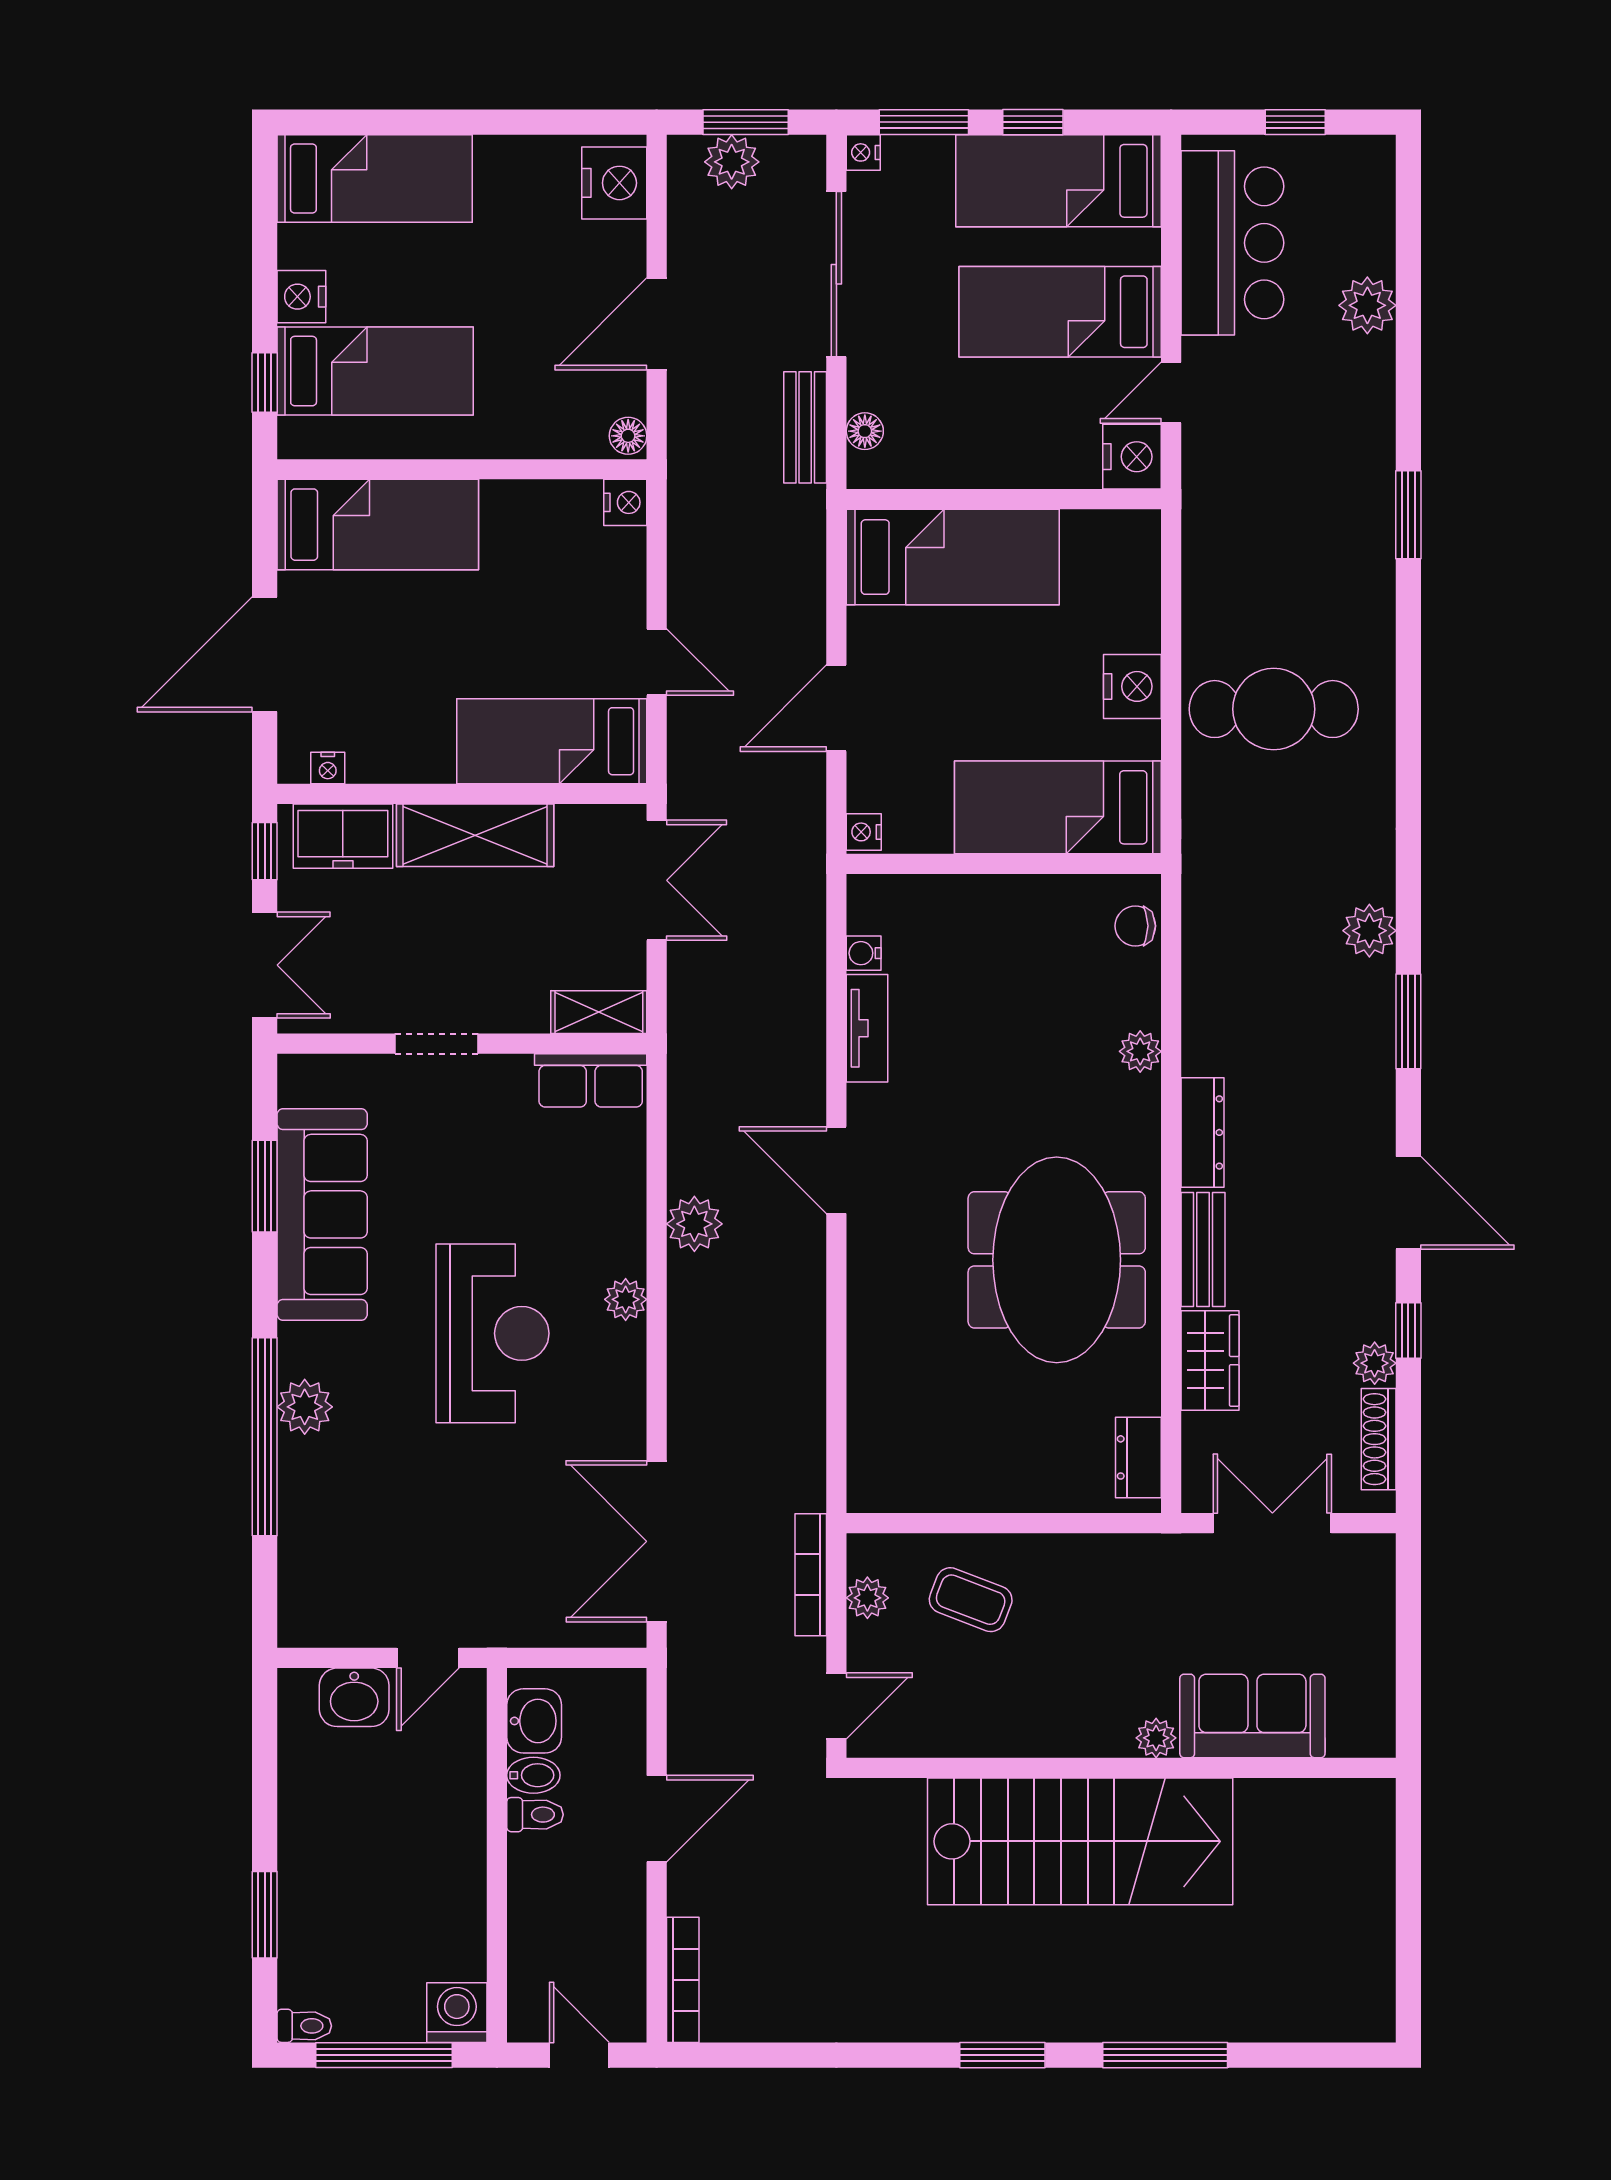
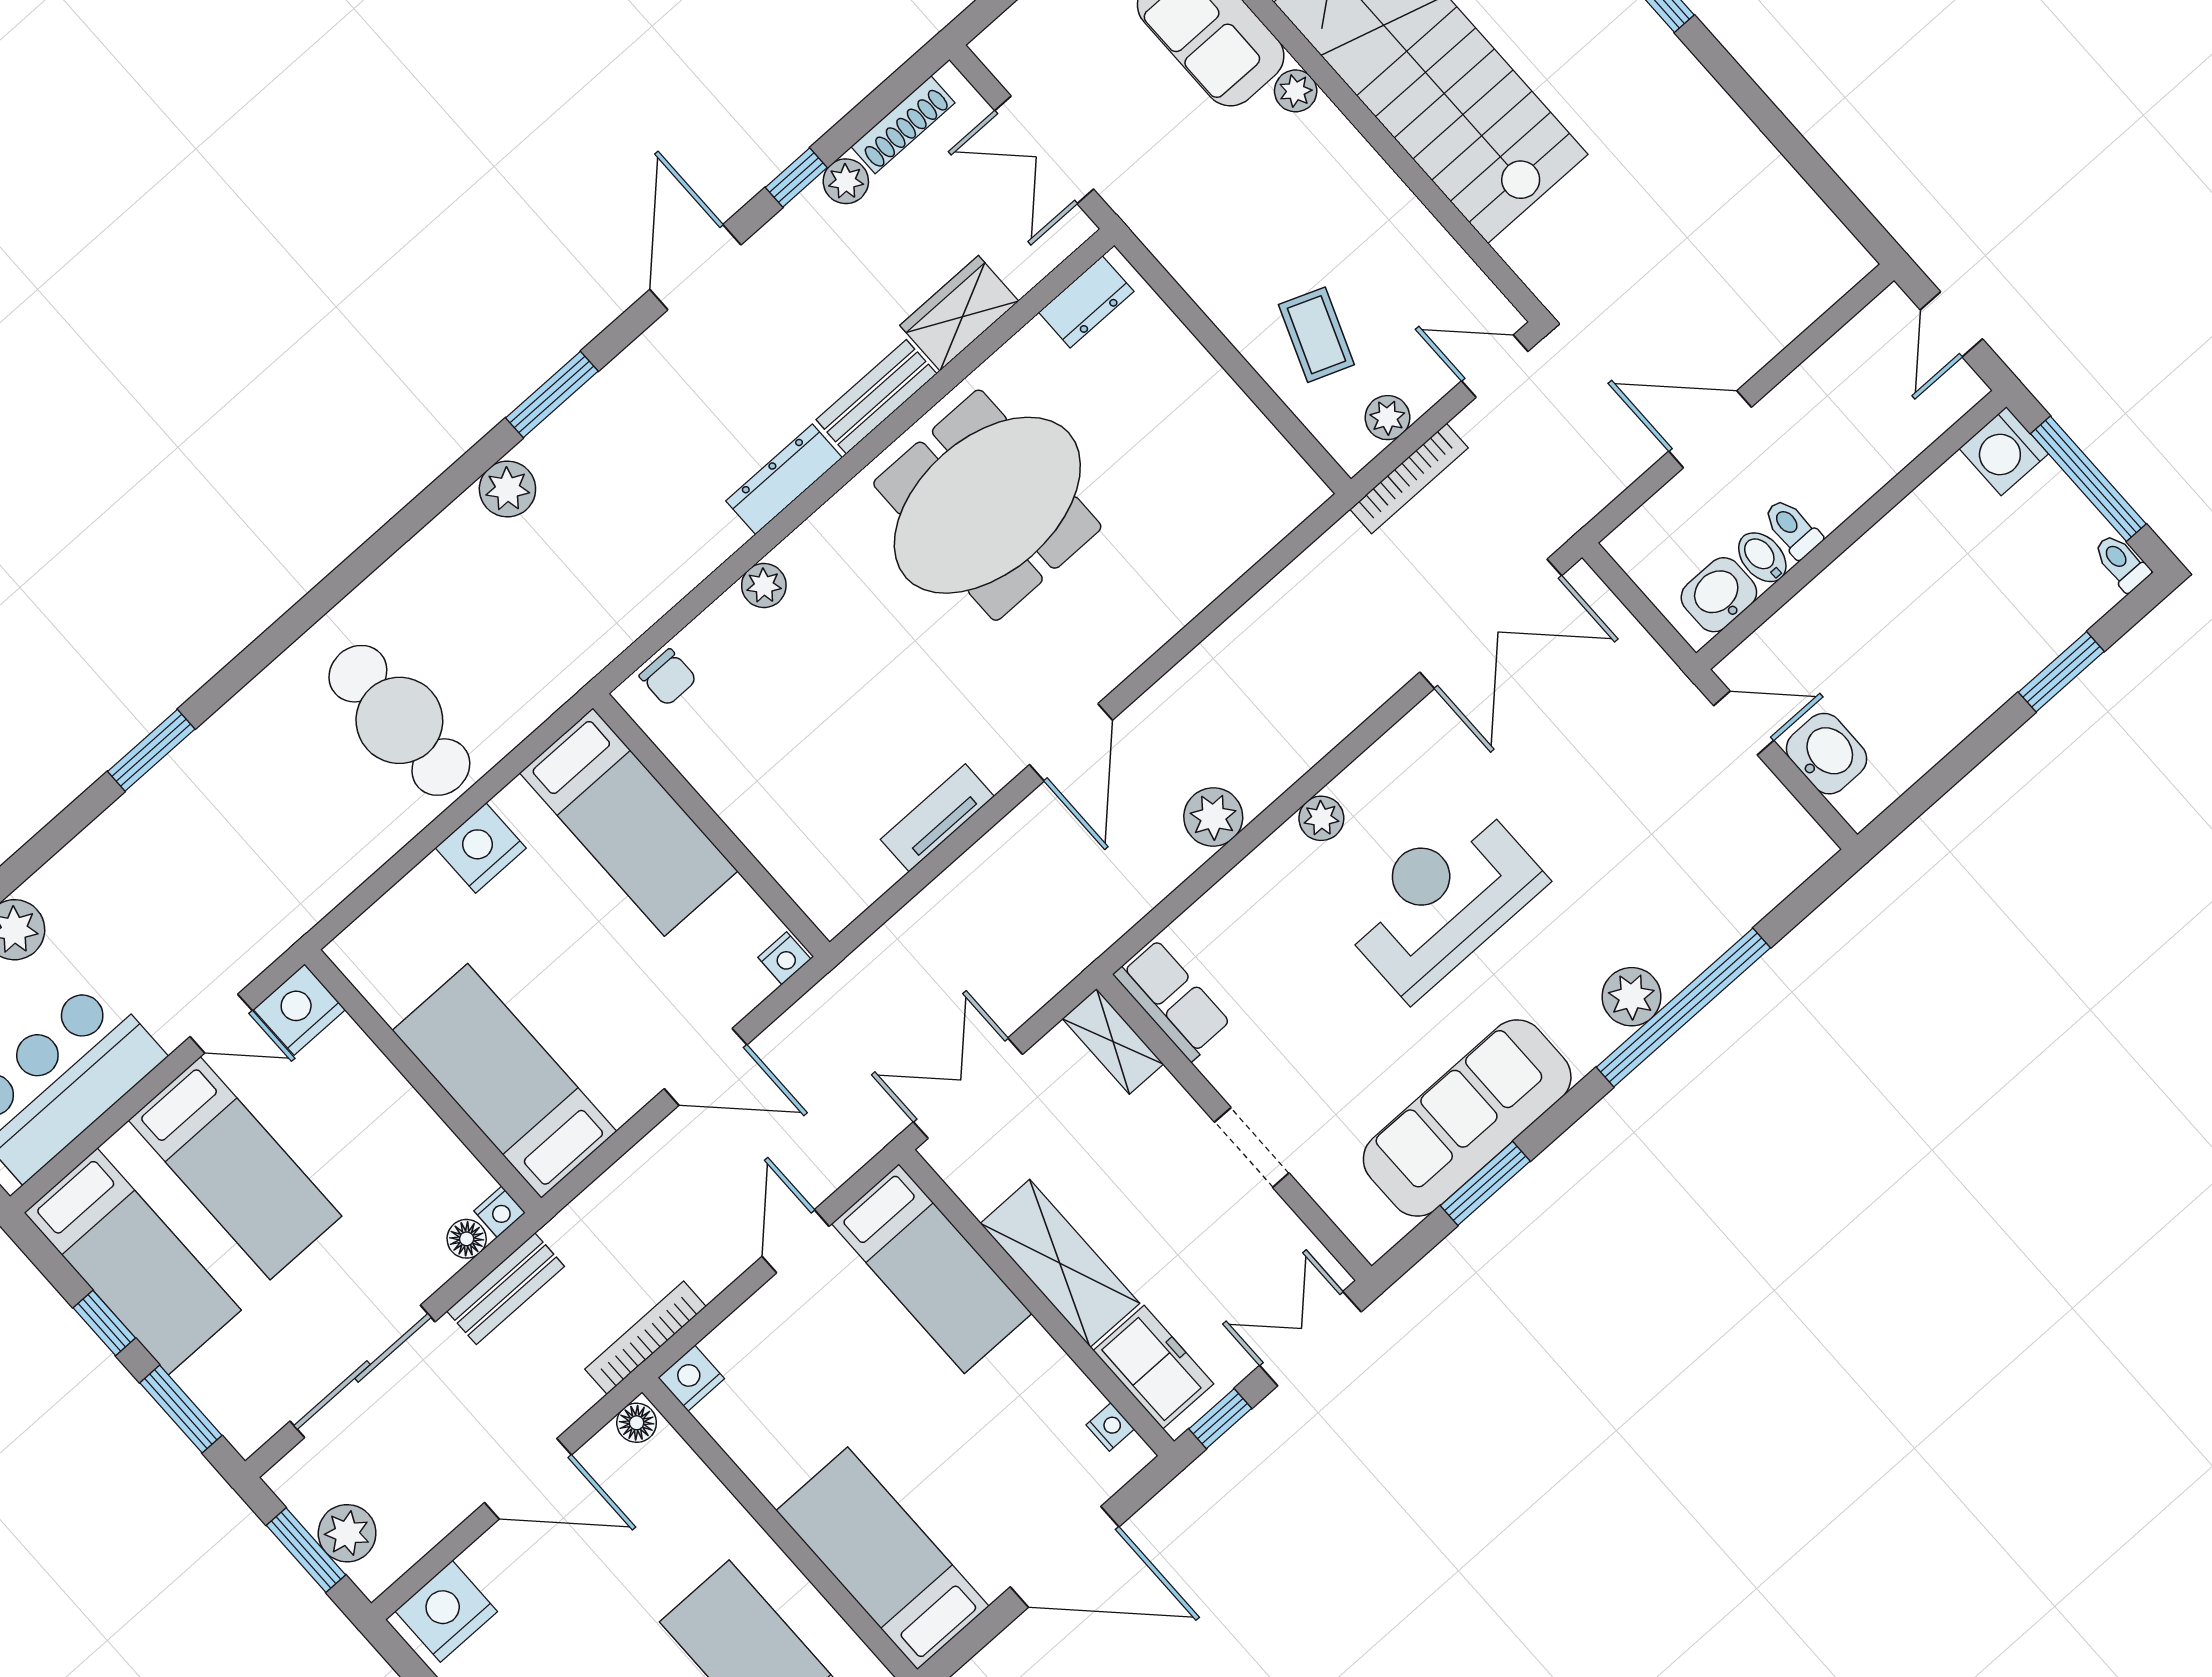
nightstand: (863, 152) -> (500, 1212), moved
water cooler: (864, 953) -> (880, 873), removed
bookcase: (683, 1980) -> (645, 1338), moved

